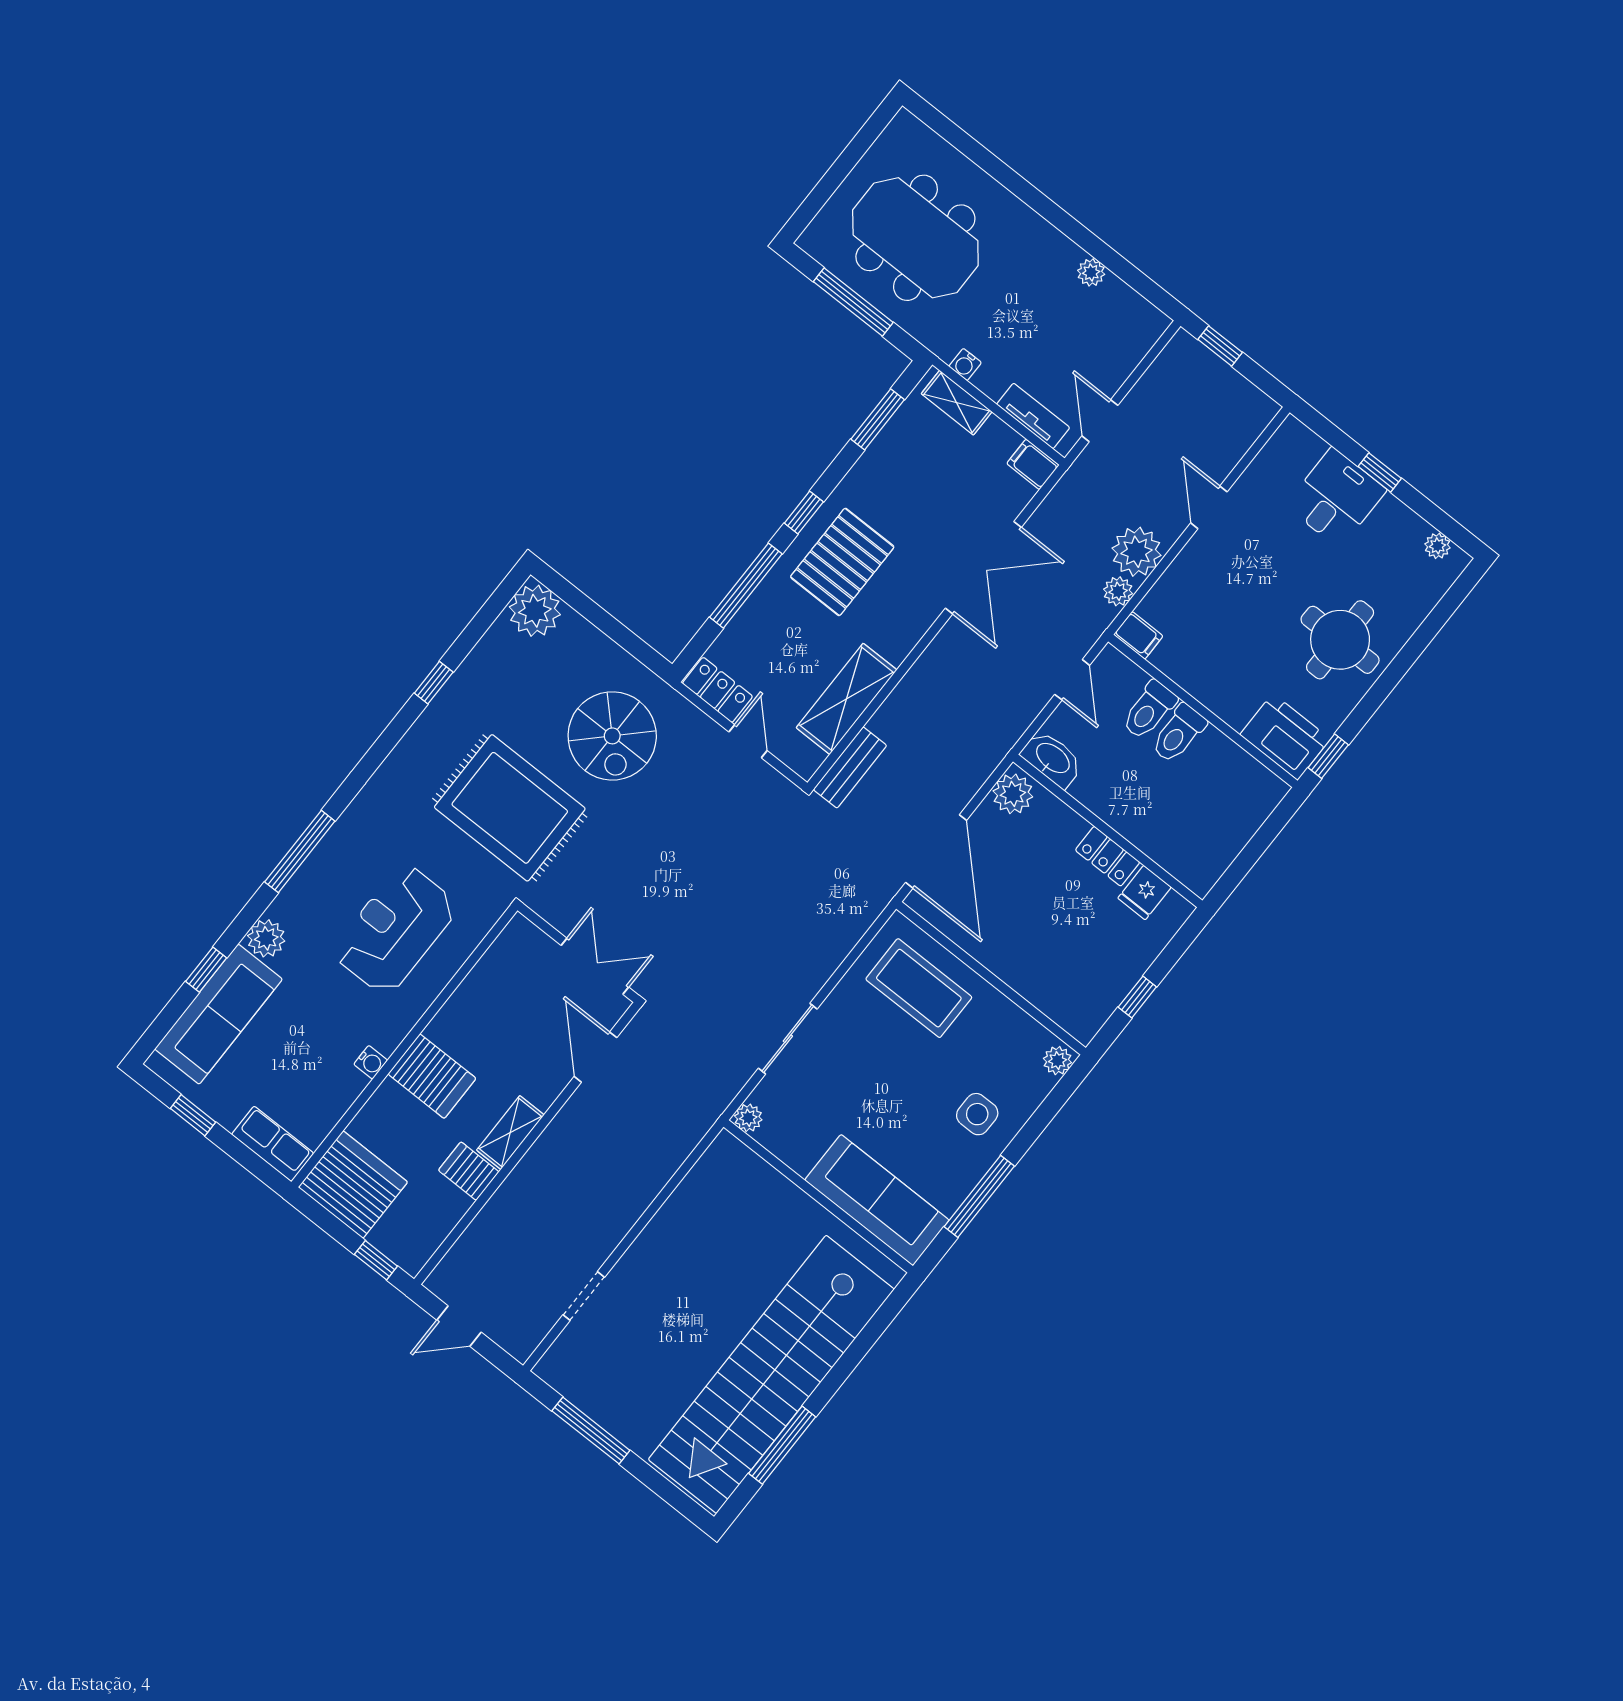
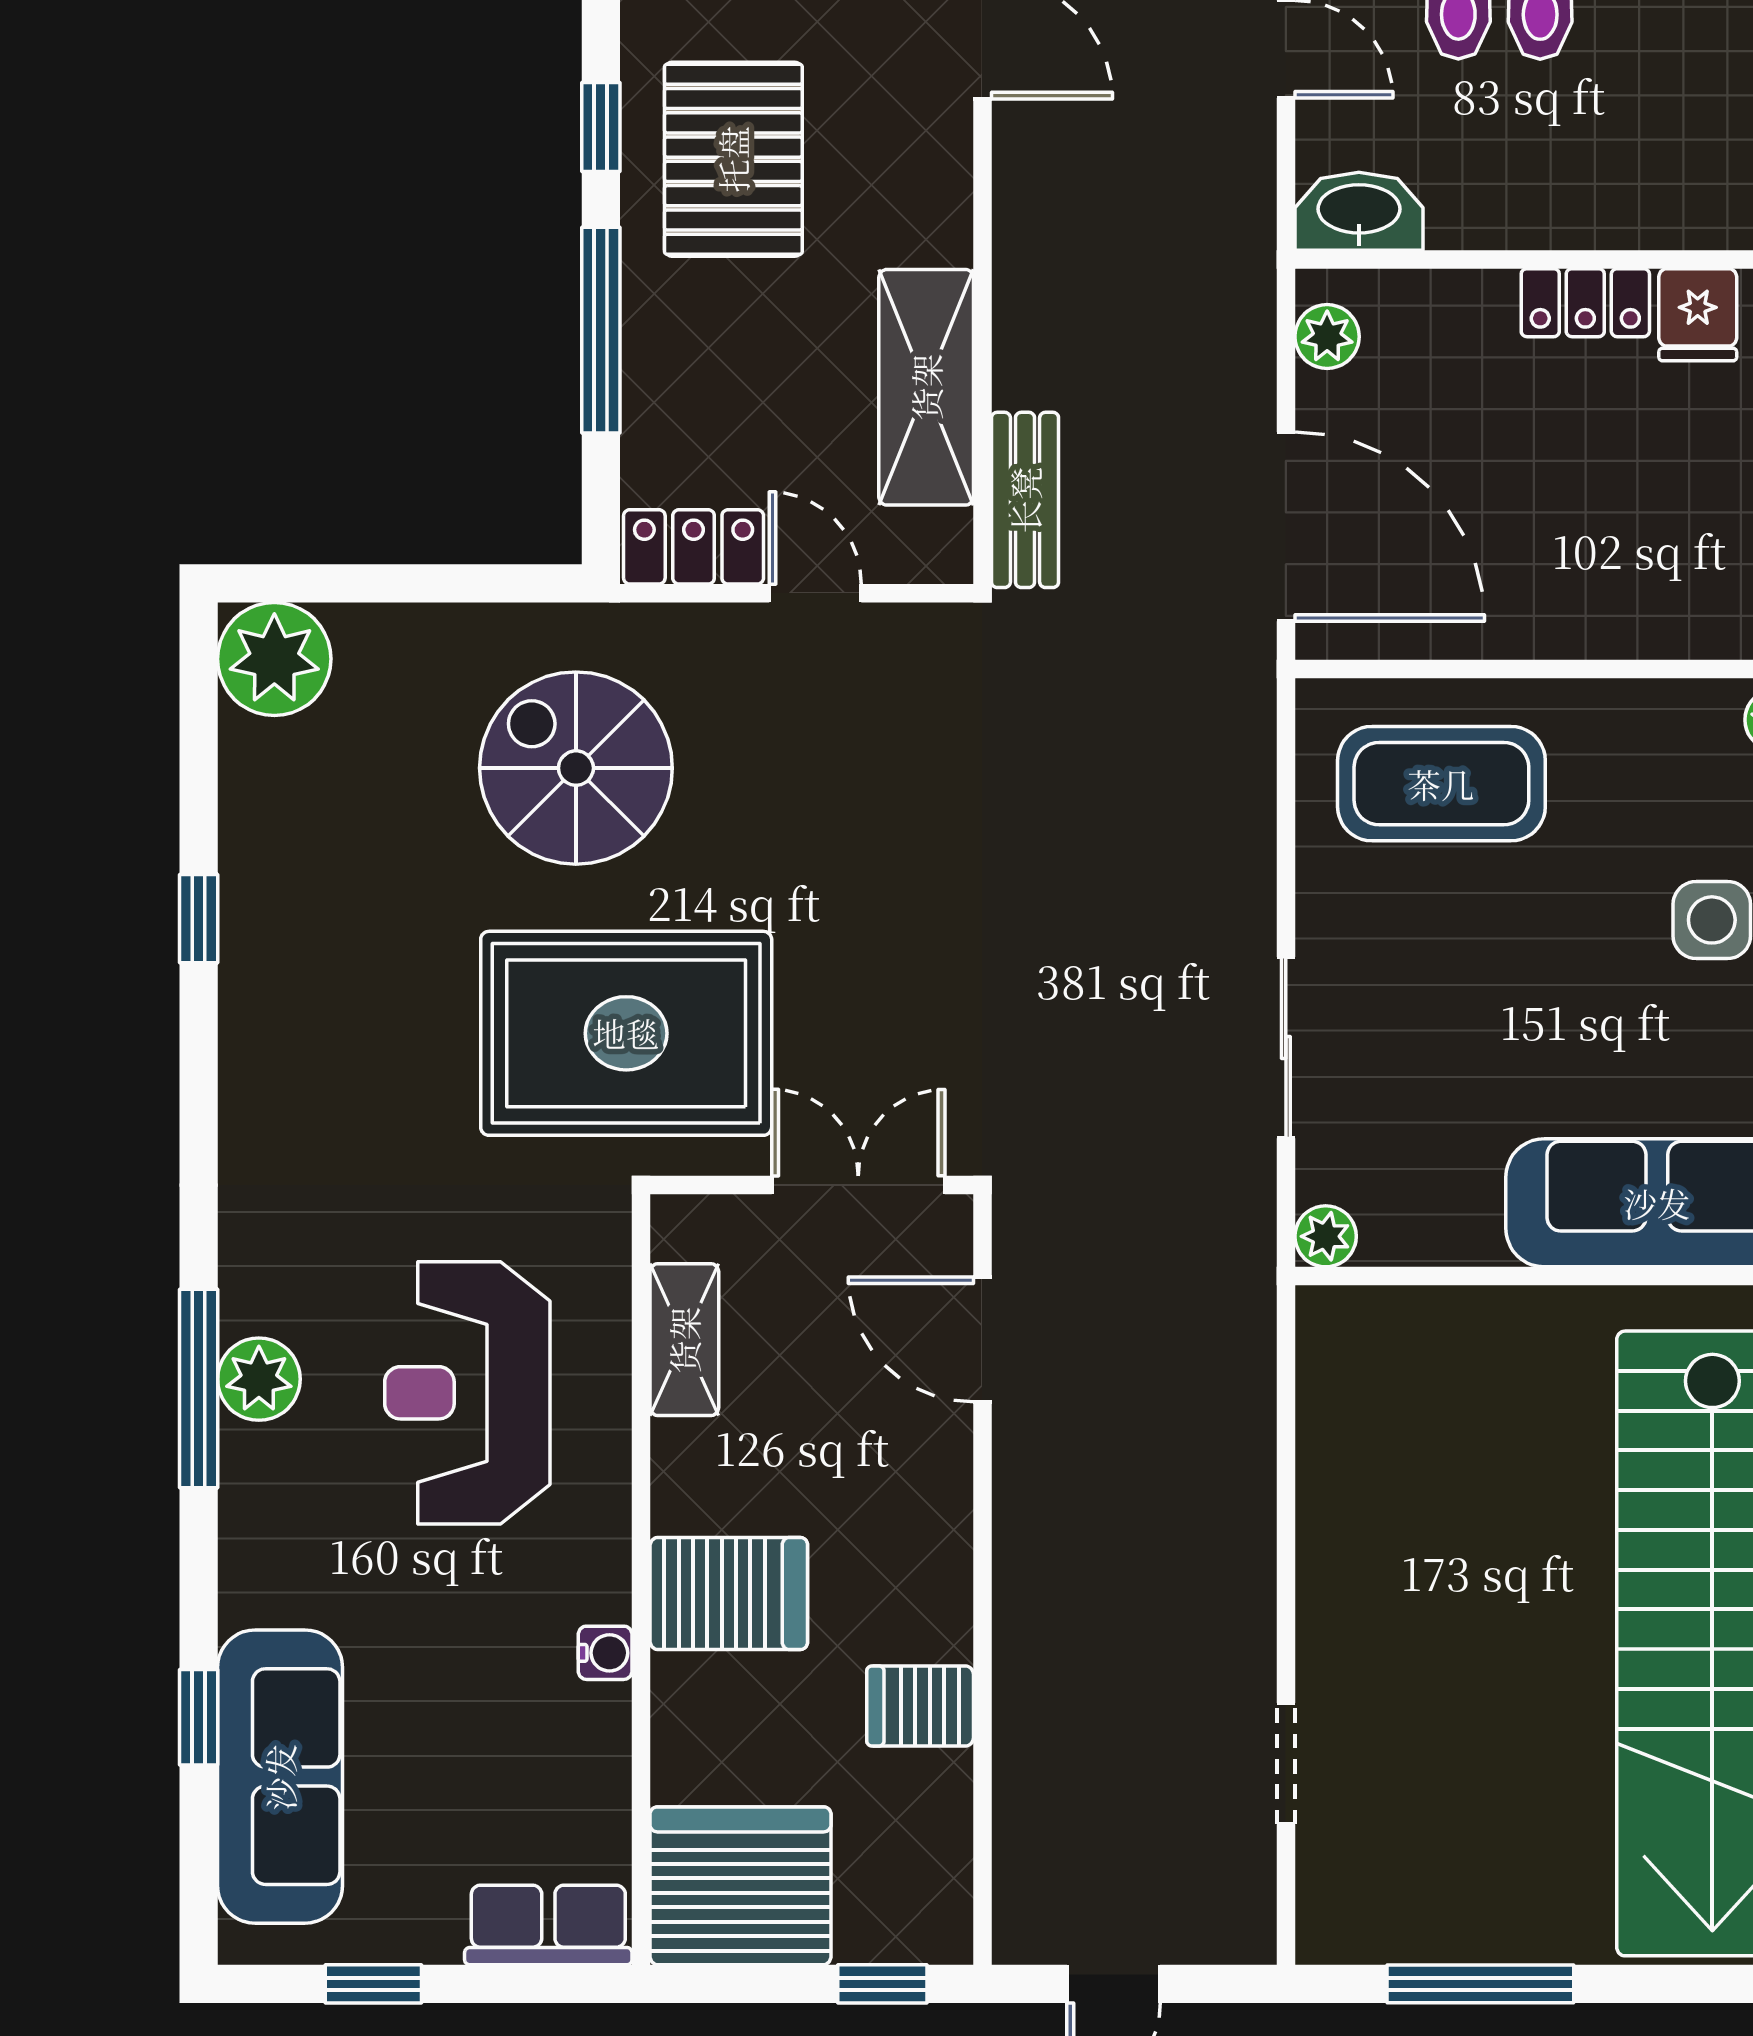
spiral stairs: (612, 736) -> (576, 768), turned 180
plant: (1013, 794) -> (1327, 337), width x0.73, depth x0.73
rug: (510, 808) -> (626, 1033), moved
plant: (266, 938) -> (259, 1379), moved
shelving: (510, 1133) -> (684, 1340), moved

